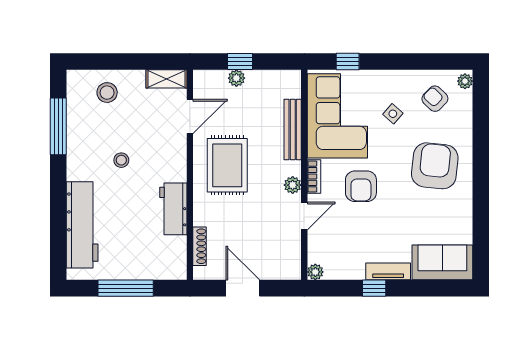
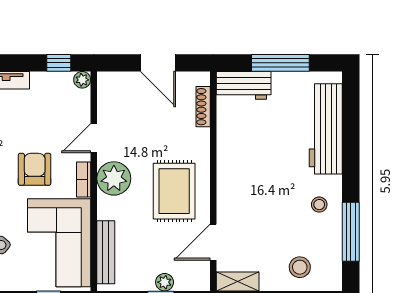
bench: (293, 129) -> (106, 252), moved
stool: (121, 160) -> (319, 205), moved
plant: (293, 185) -> (114, 178), width x1.88, depth x1.88
workbench: (173, 209) -> (244, 85), moved, turned 90
window: (374, 288) -> (59, 63), moved

